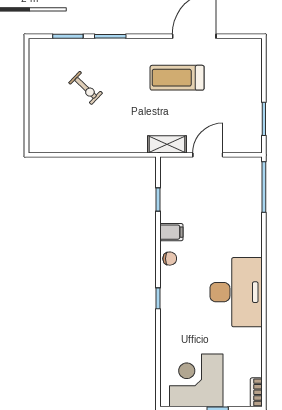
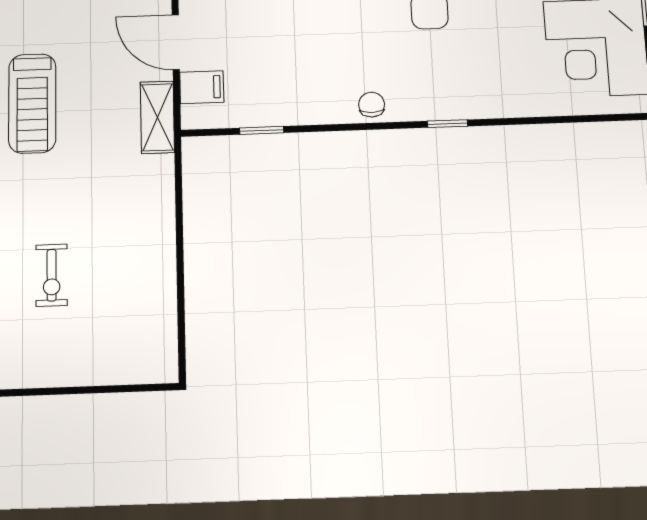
exercise bike: (86, 88) -> (52, 275), turned 136
filing cabinet: (171, 232) -> (202, 87), moved, turned 90

